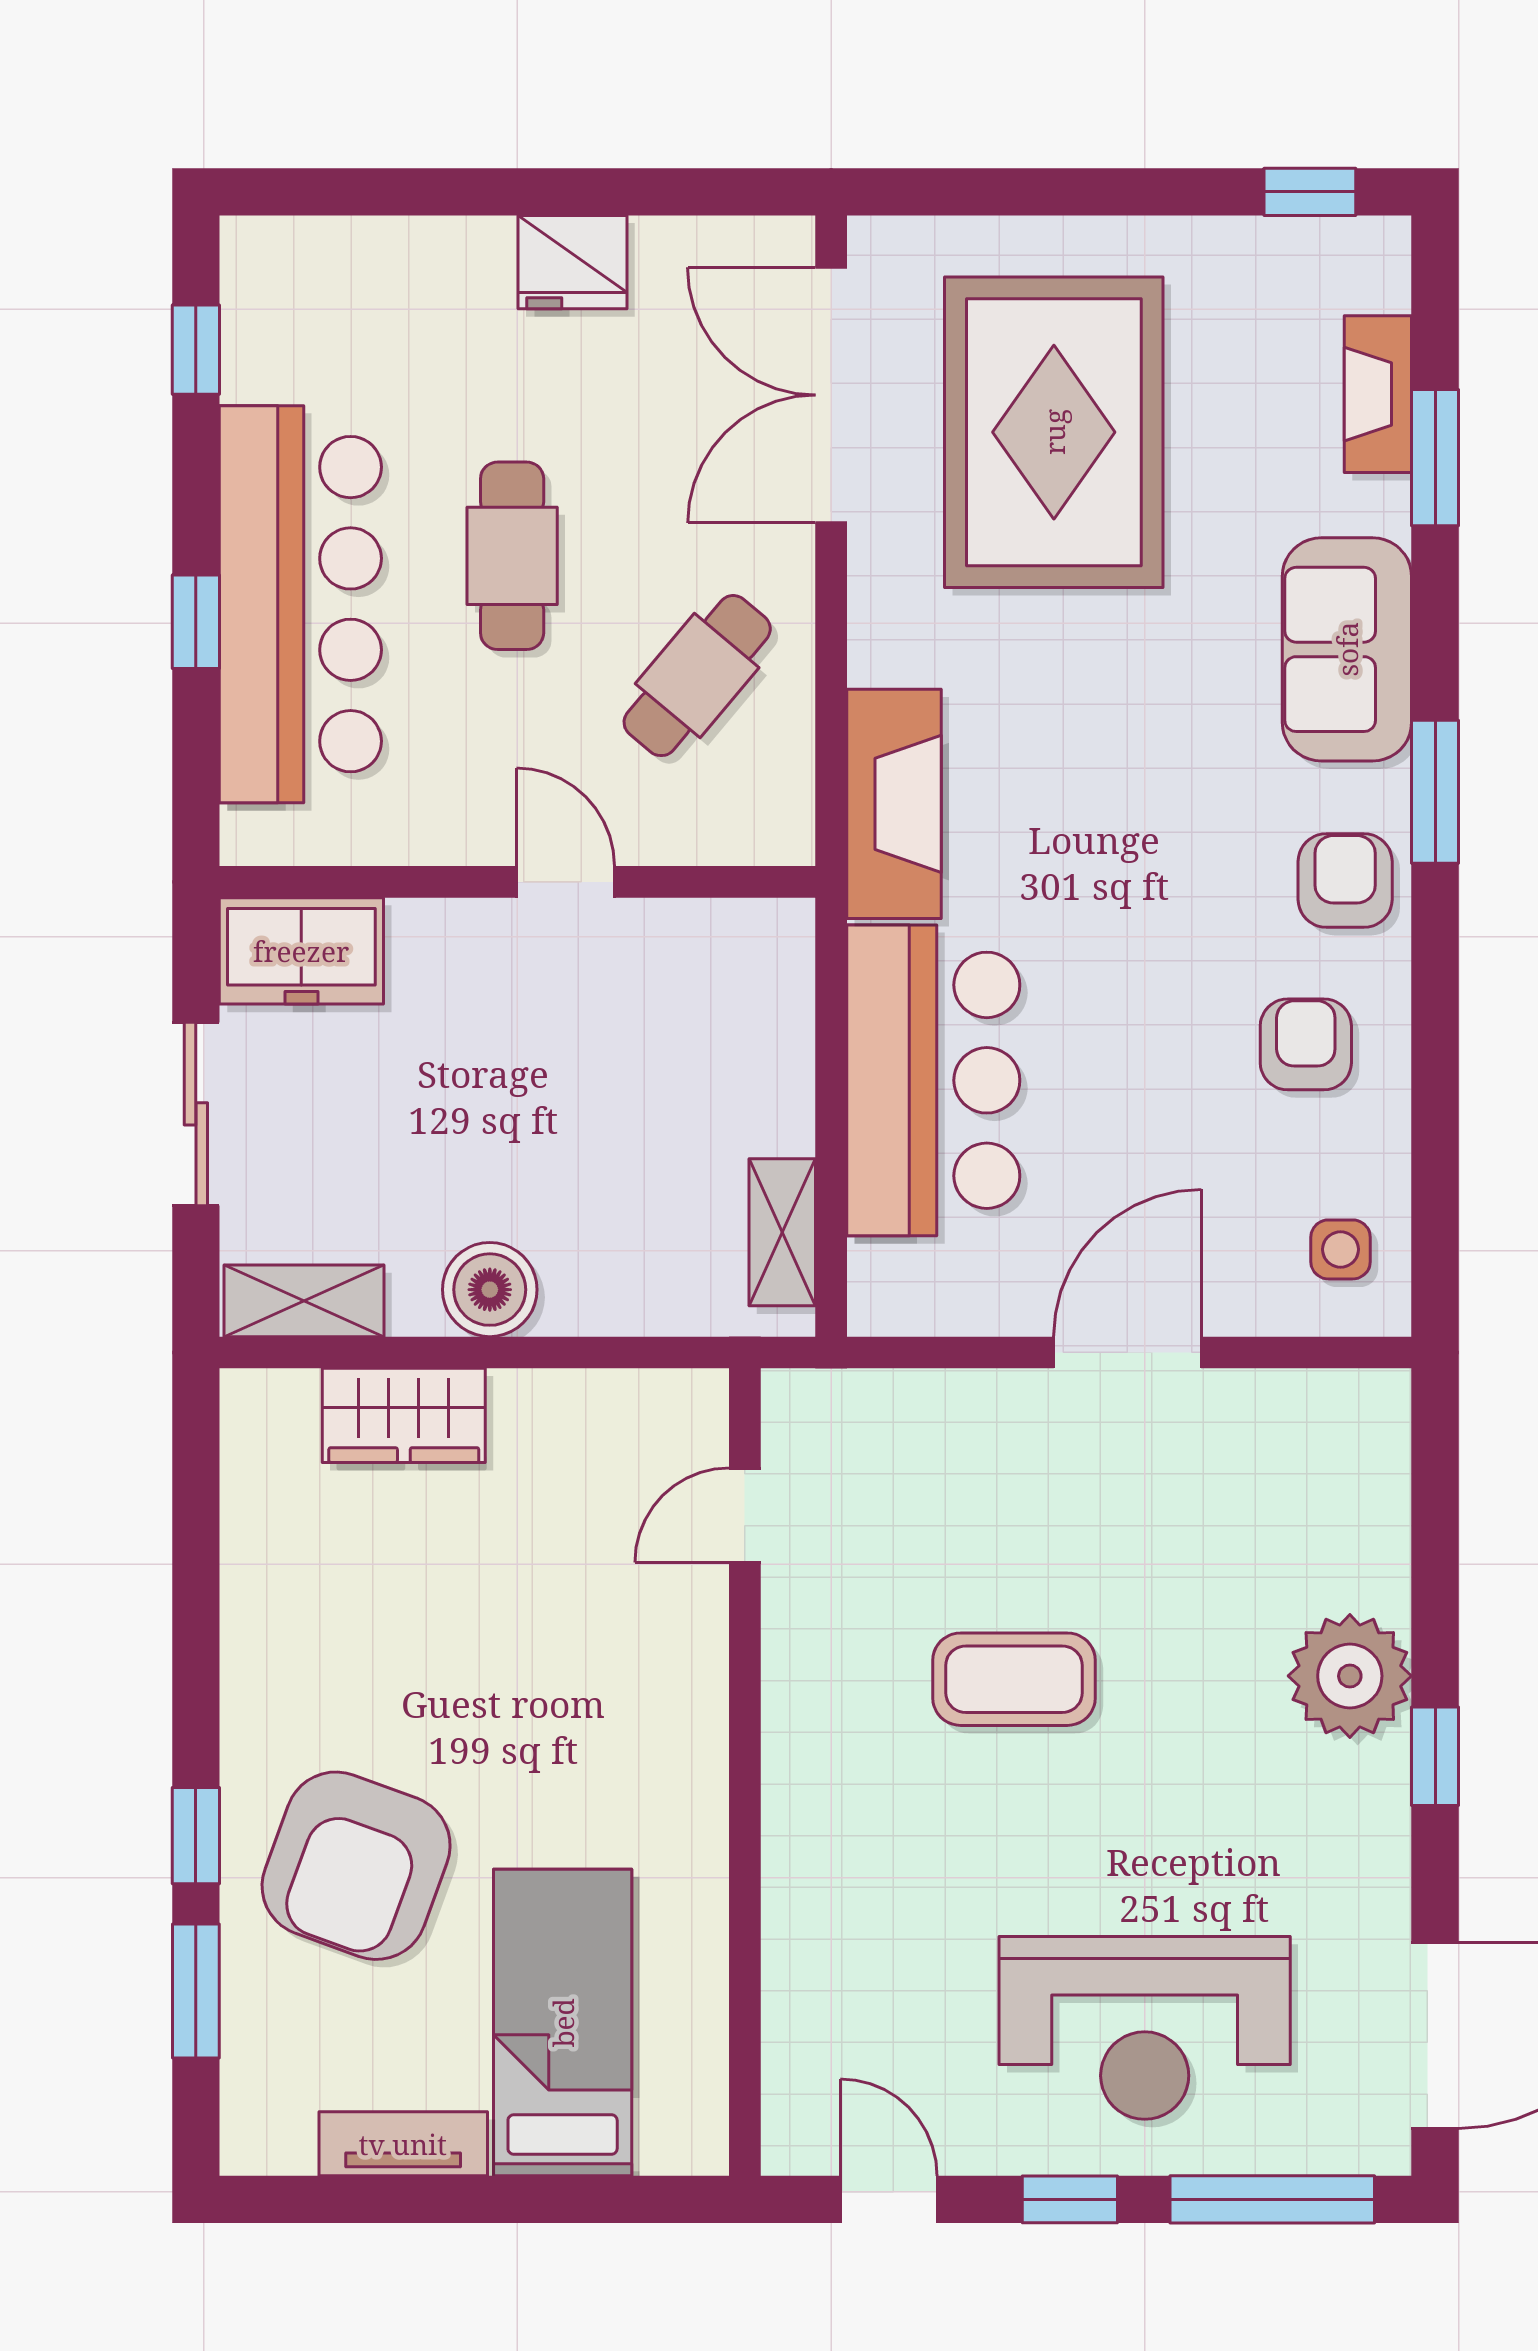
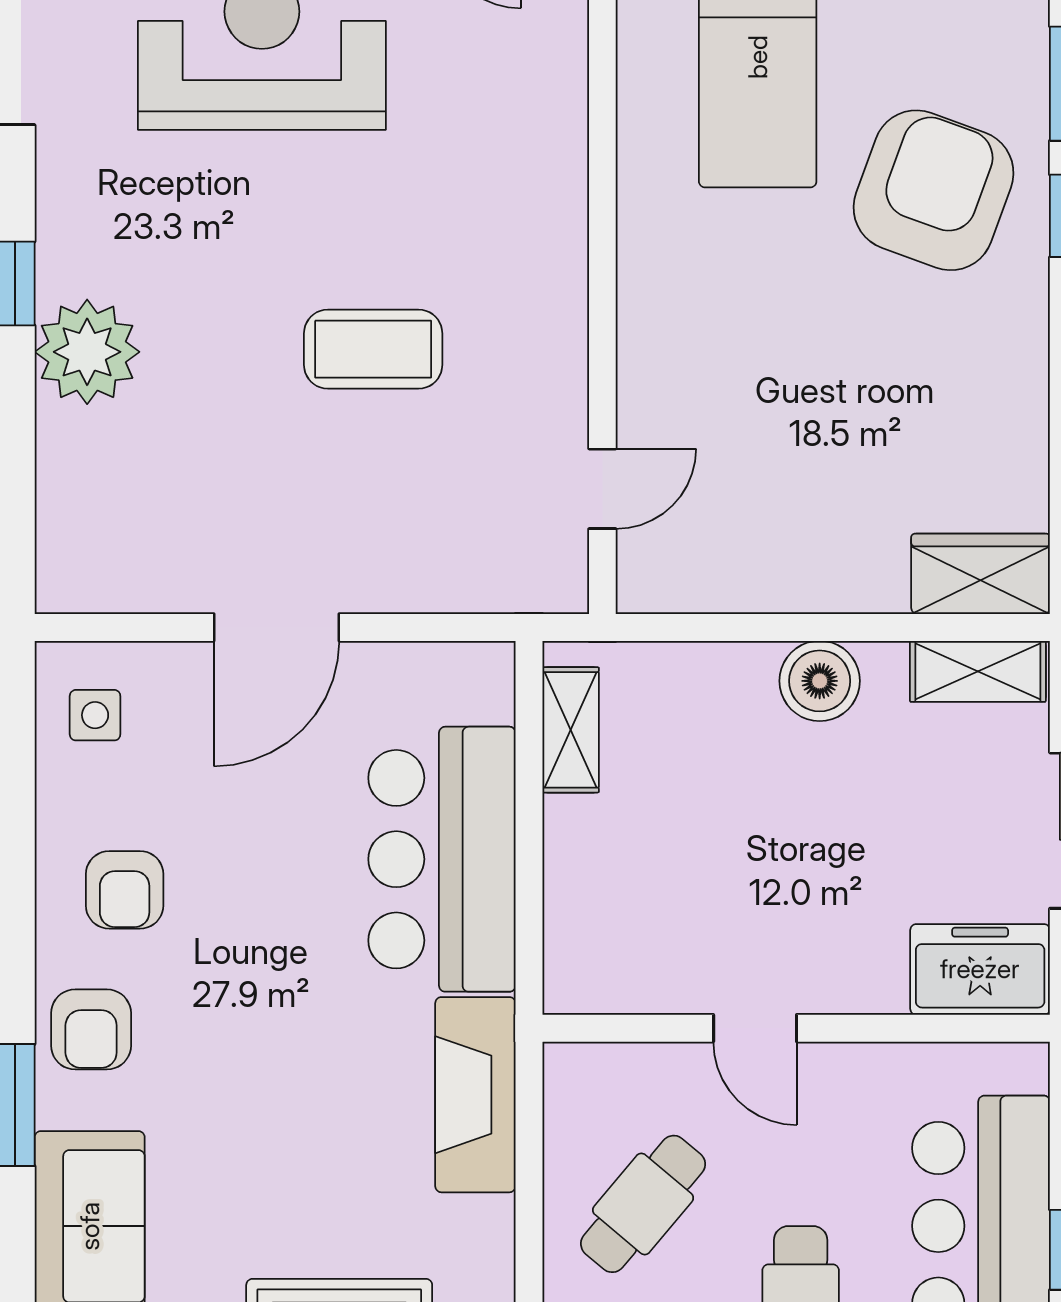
wardrobe: (404, 1415) -> (981, 574), moved

